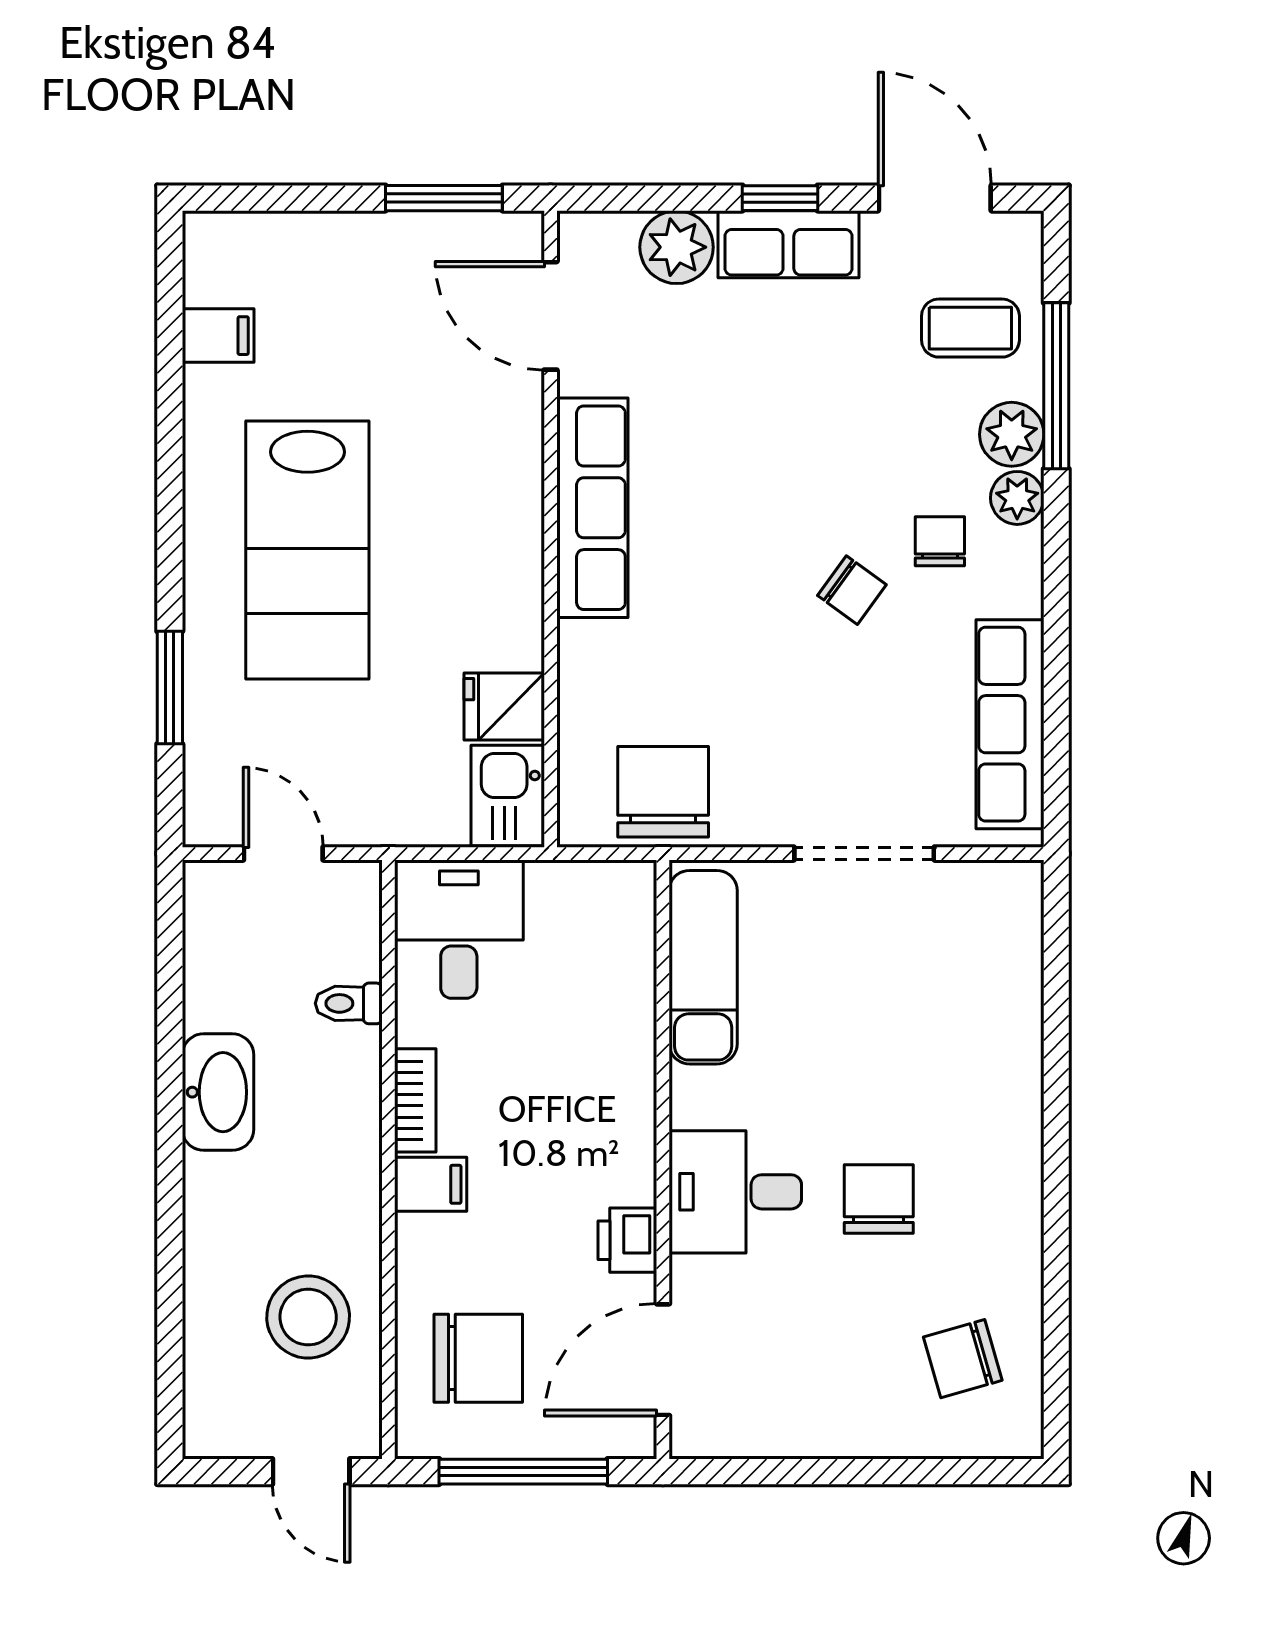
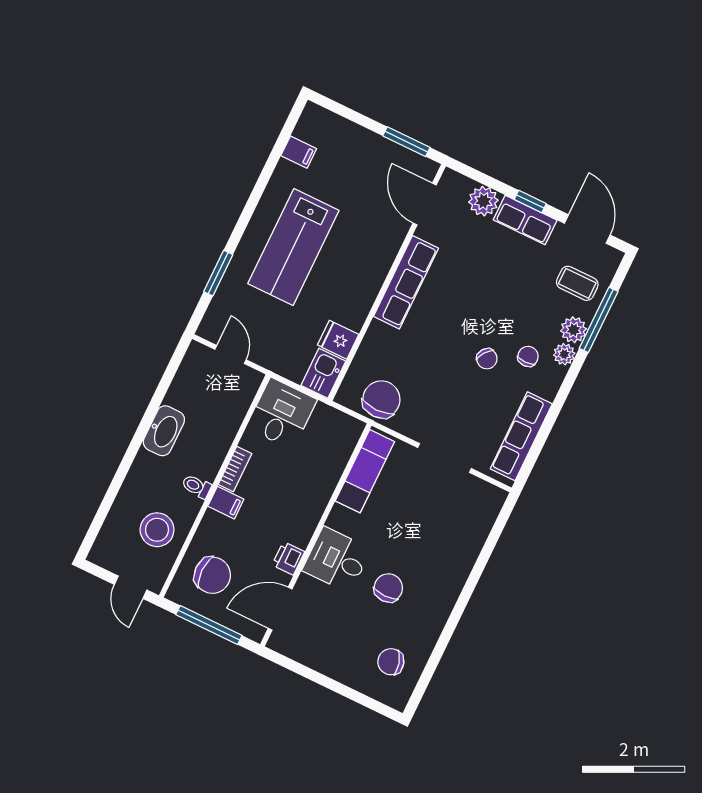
toilet: (349, 1003) -> (196, 486), moved

